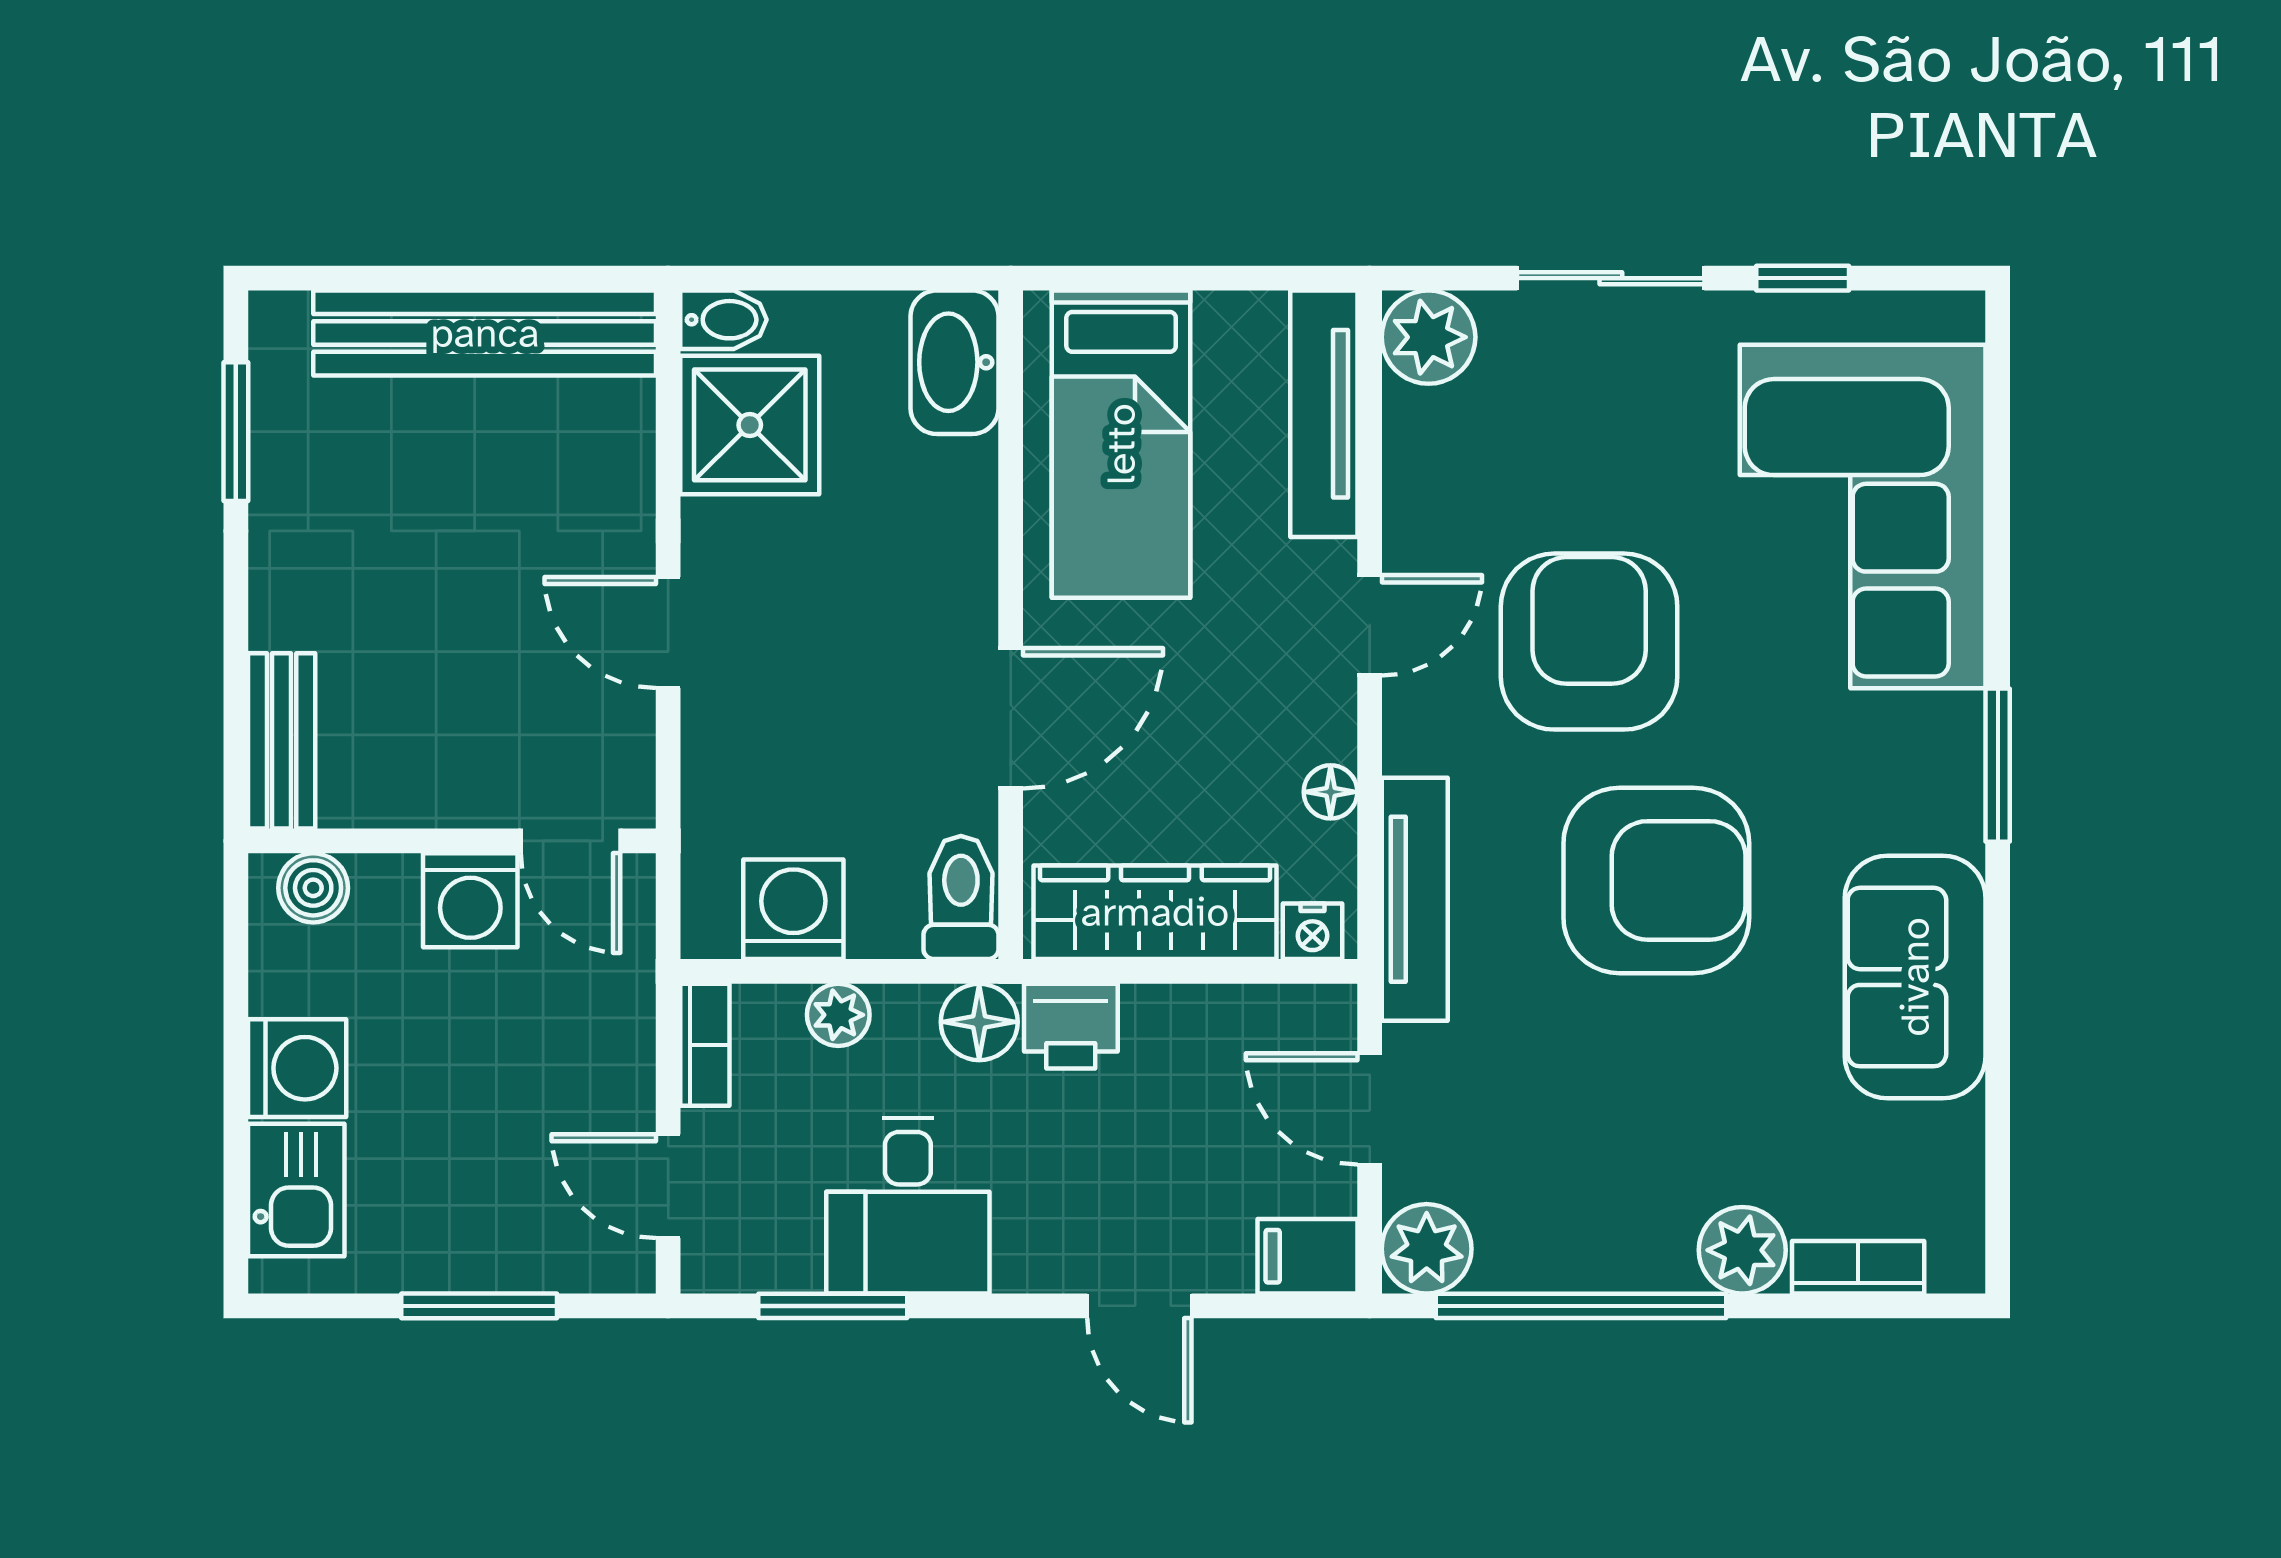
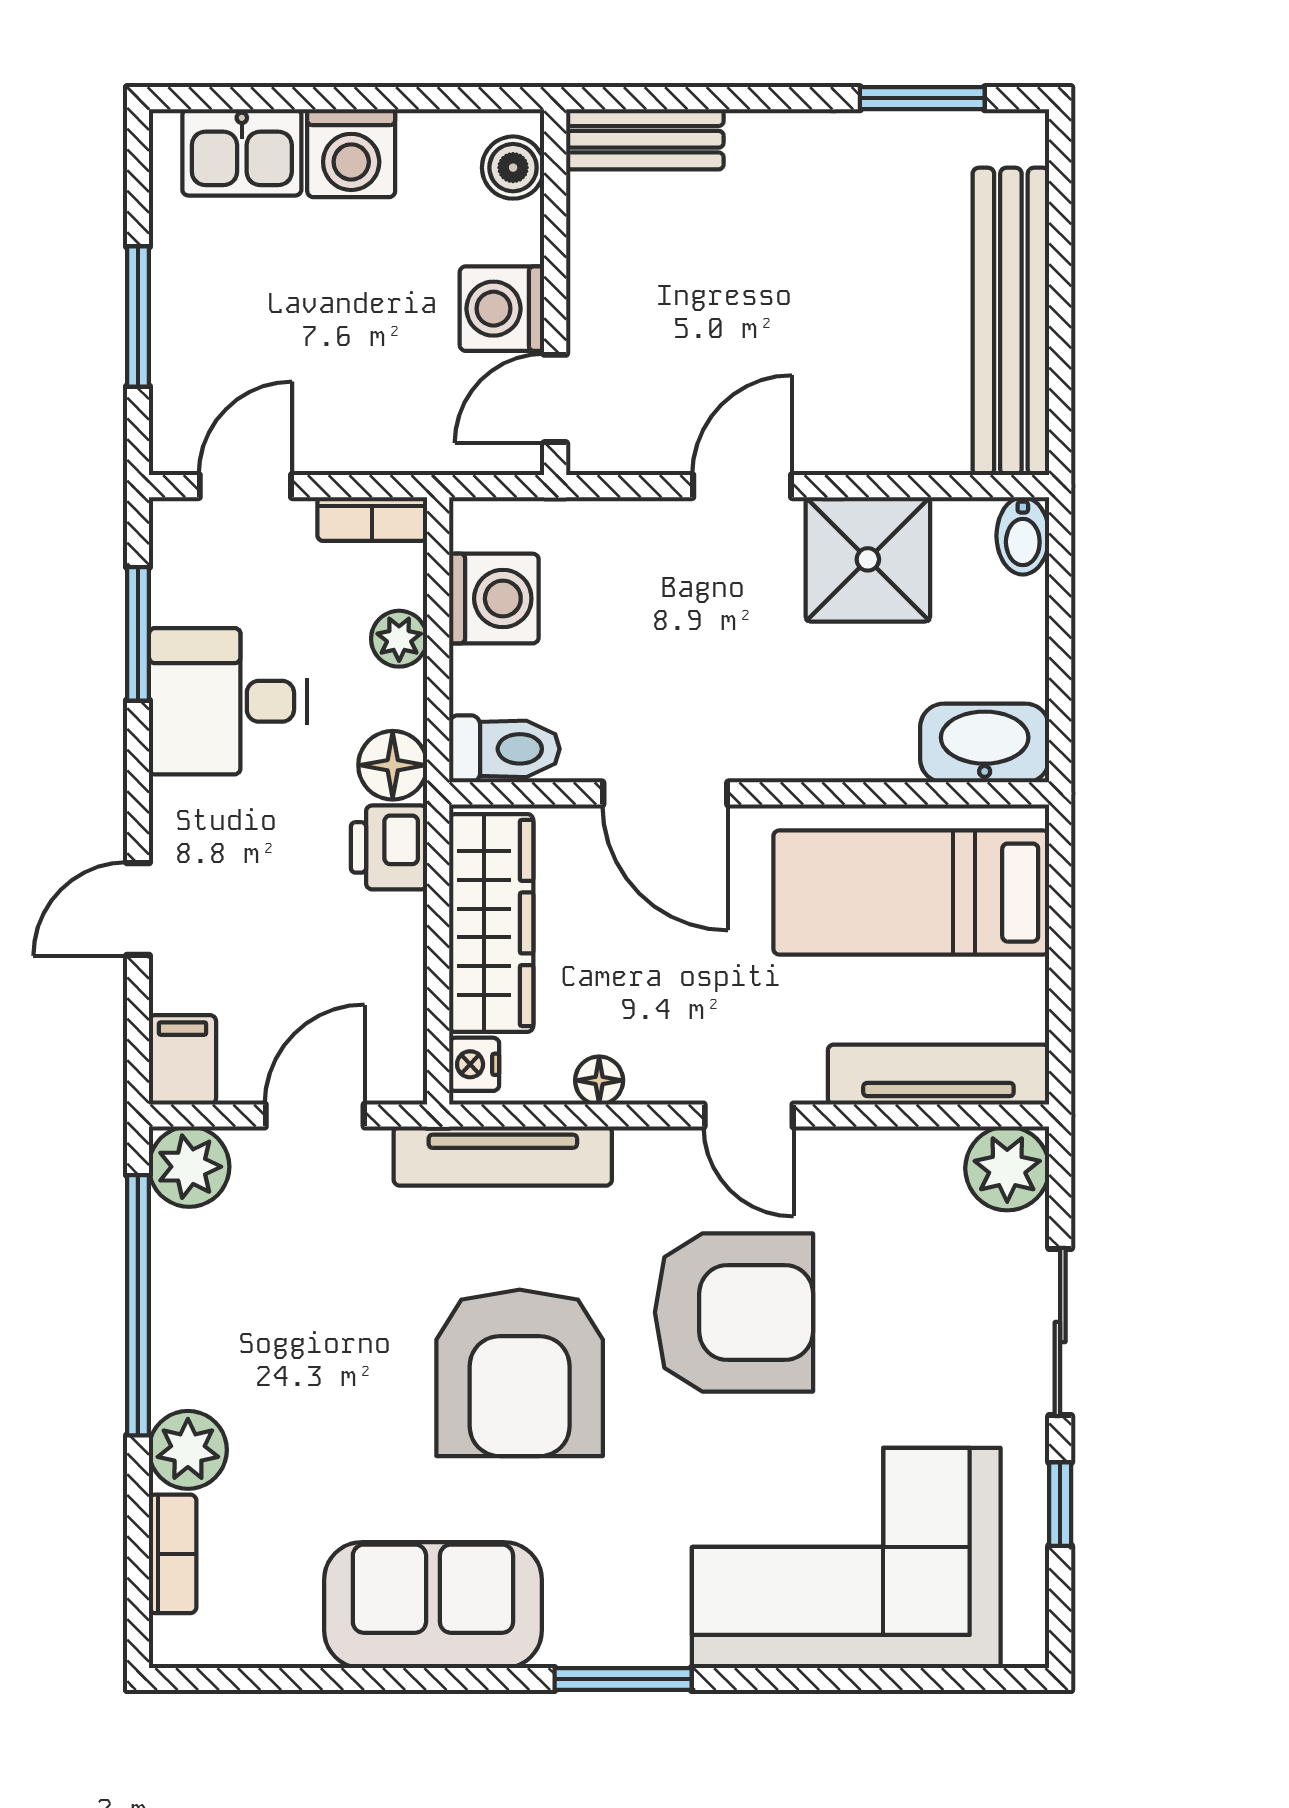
shower: (750, 425) -> (868, 559), moved

